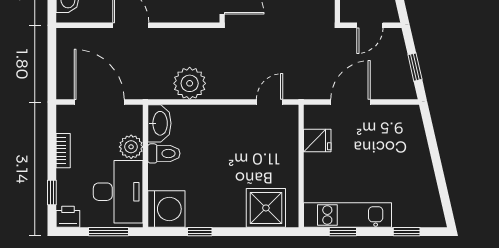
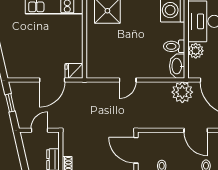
plant: (190, 83) -> (182, 92), moved
door: (269, 102) -> (128, 80), moved
fridge: (317, 140) -> (74, 71), moved

